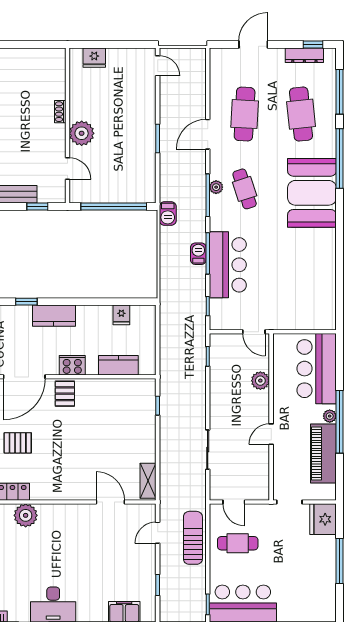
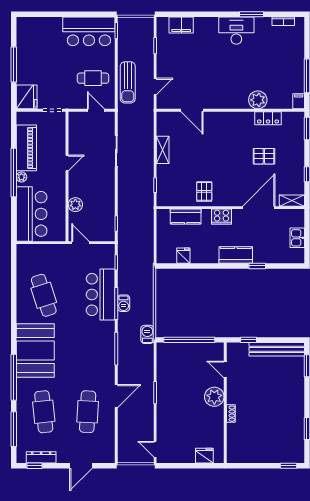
plant: (216, 187) -> (110, 355), removed
cafe table: (245, 189) -> (44, 295), moved, width x1.37, depth x1.35
pallet: (65, 394) -> (204, 191), moved
shelving: (148, 481) -> (163, 150), moved

